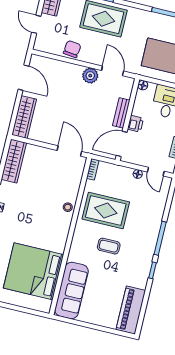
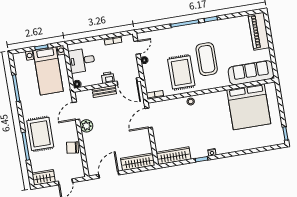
coffee table: (109, 246) -> (207, 59), width x1.86, depth x1.72
piano: (131, 310) -> (259, 31), moved, turned 90

